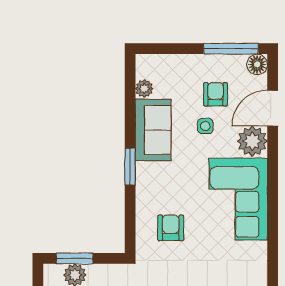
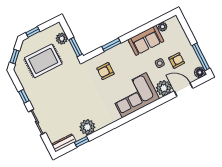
window: (130, 167) -> (111, 45), moved
armchair: (171, 228) -> (105, 71), turned 180
window: (75, 258) -> (76, 47), moved

